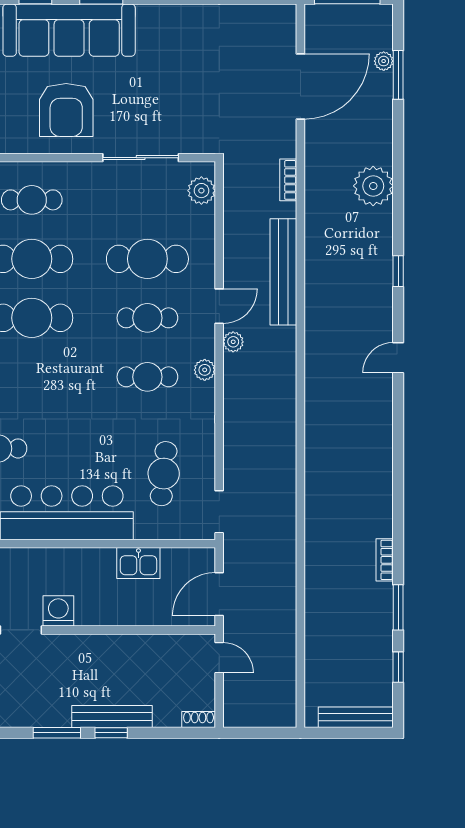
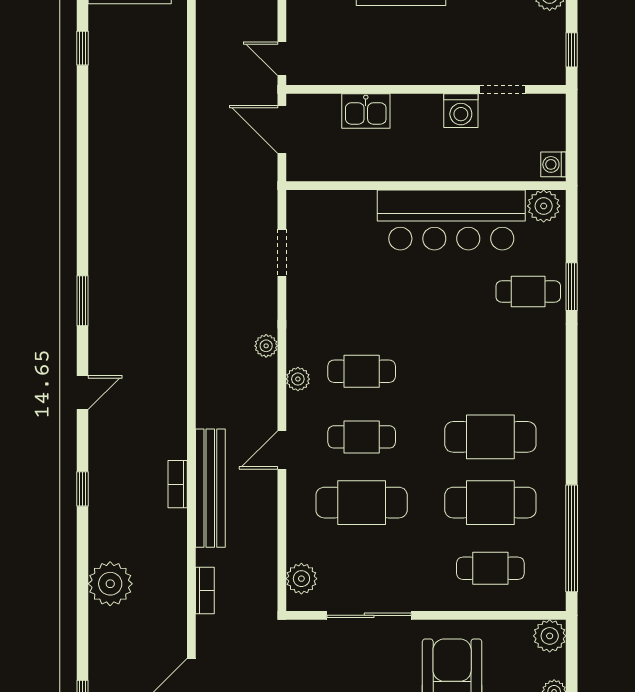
plant: (233, 342) -> (266, 346), moved
cafe table: (164, 474) -> (344, 264), removed
doorway: (219, 512) -> (282, 253), moved
bookcase: (385, 560) -> (178, 484), moved, turned 180
kitchen sink: (138, 563) -> (366, 111), moved, turned 180
door: (219, 594) -> (282, 129), swing flipped
window: (398, 607) -> (82, 301), moved

